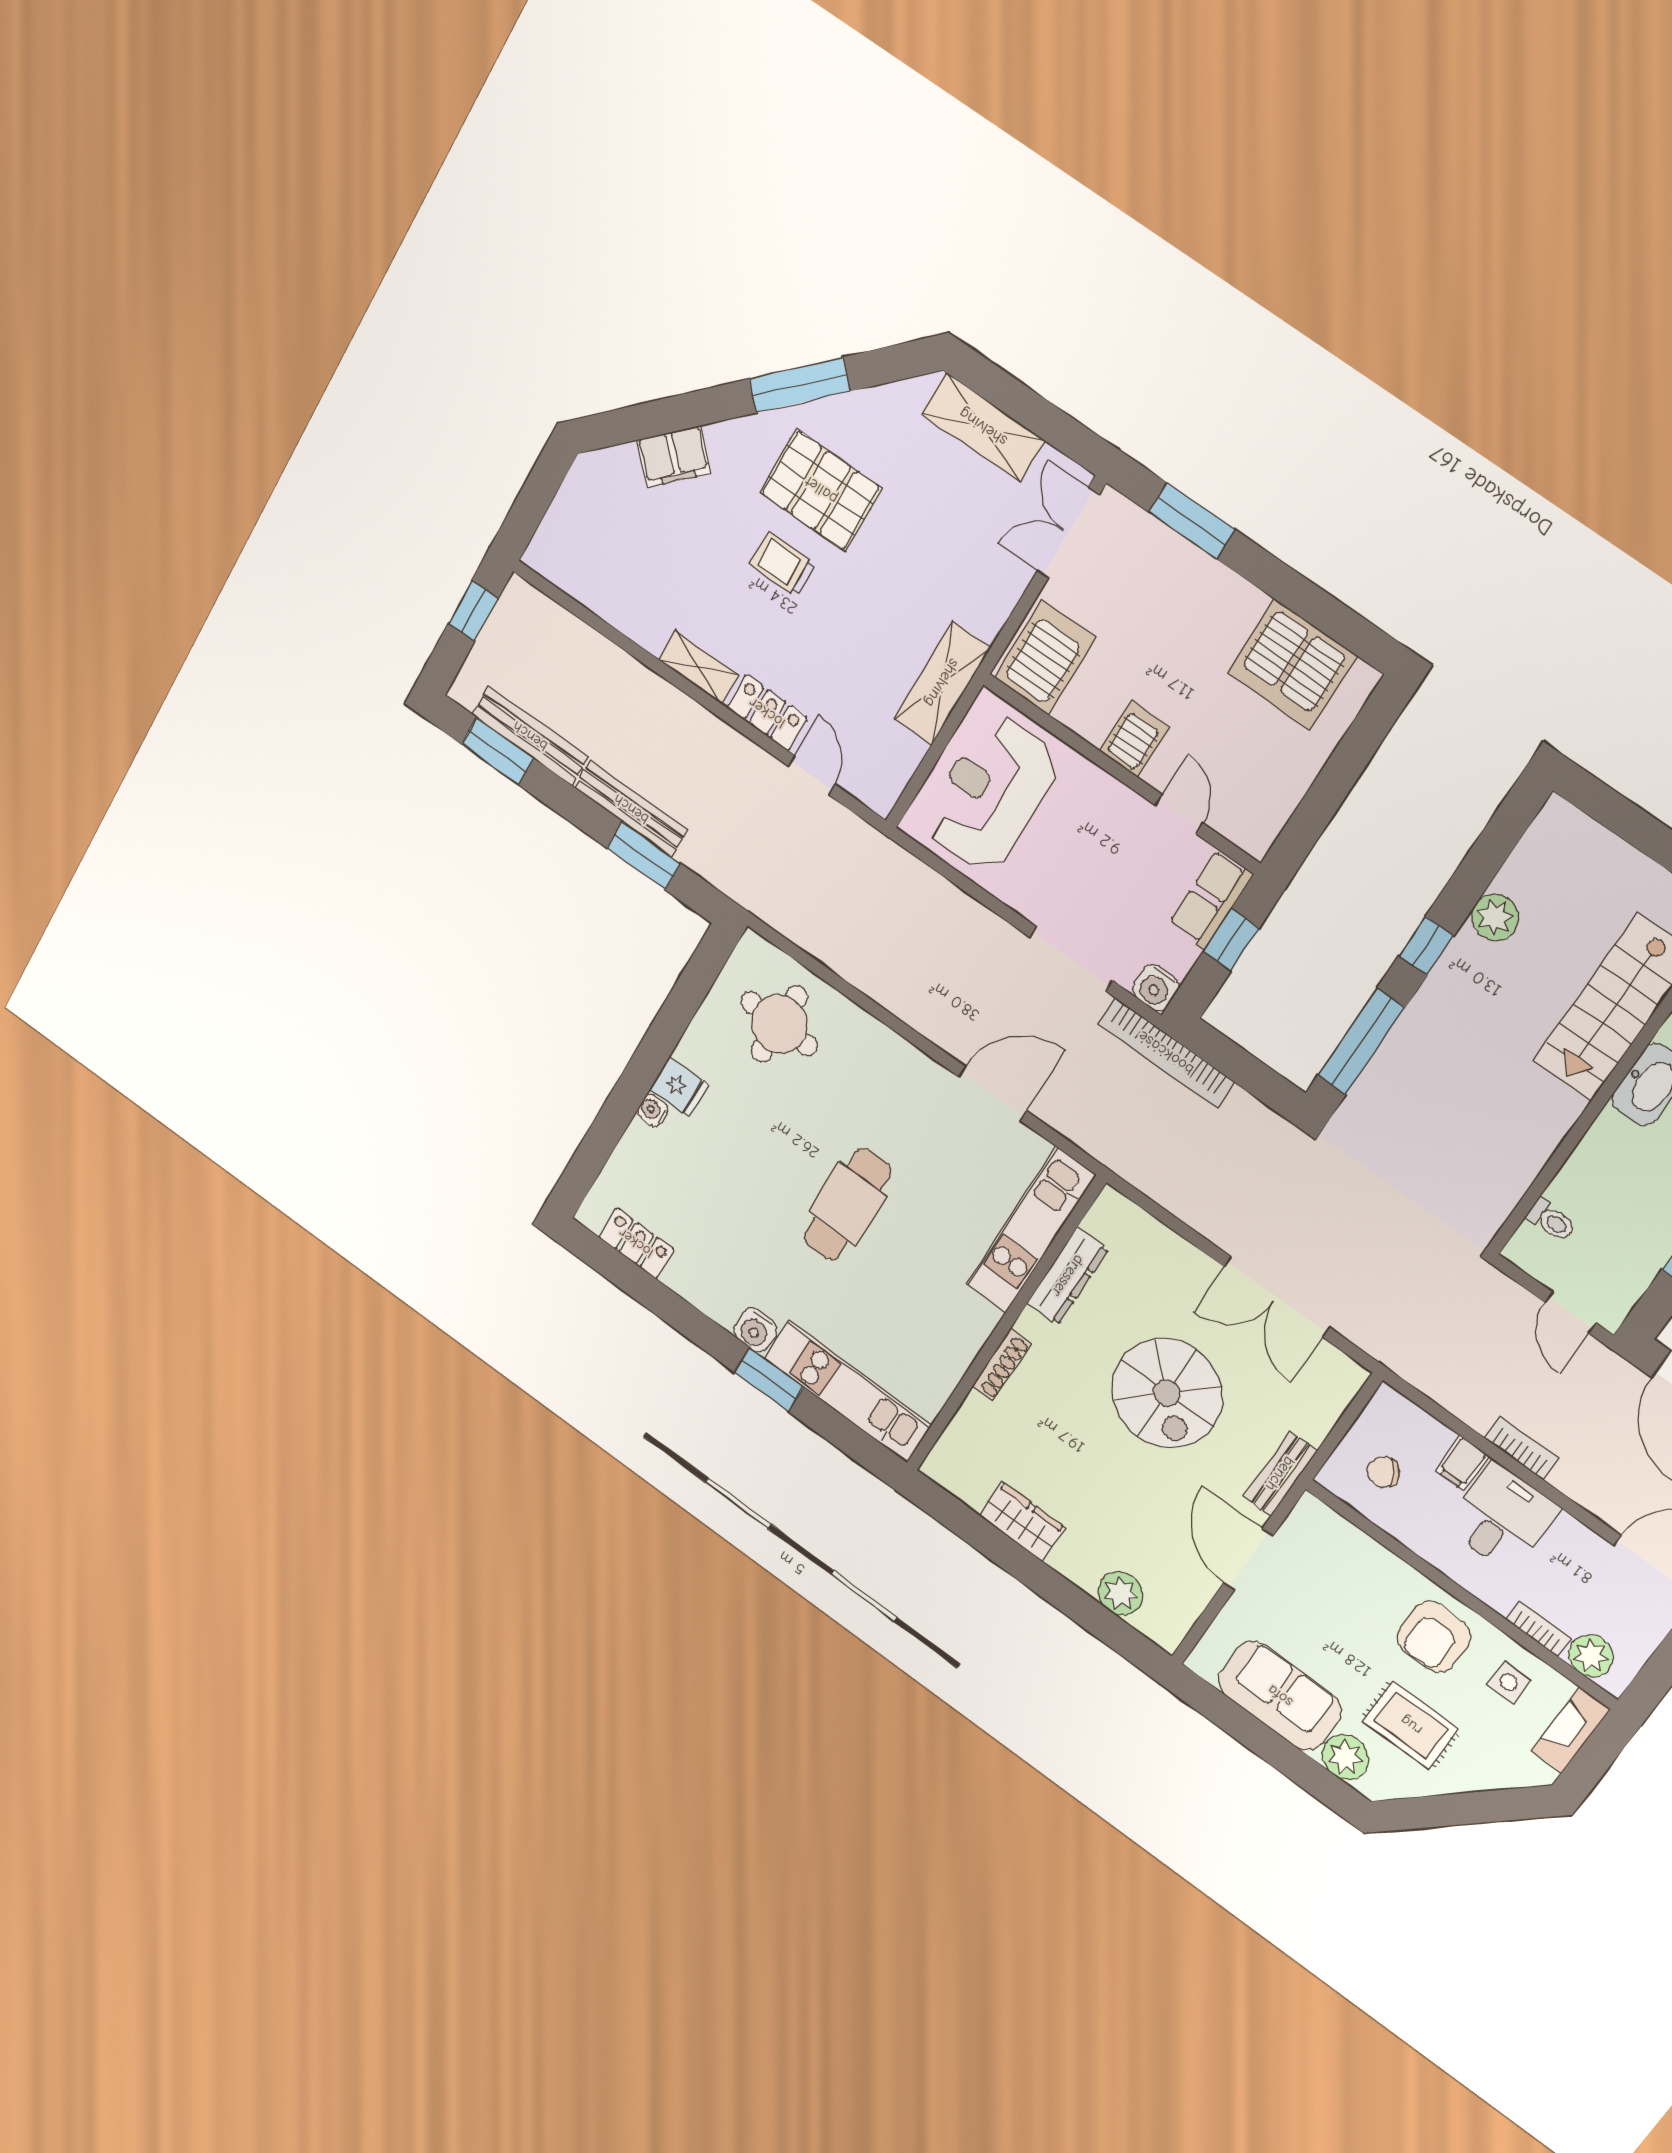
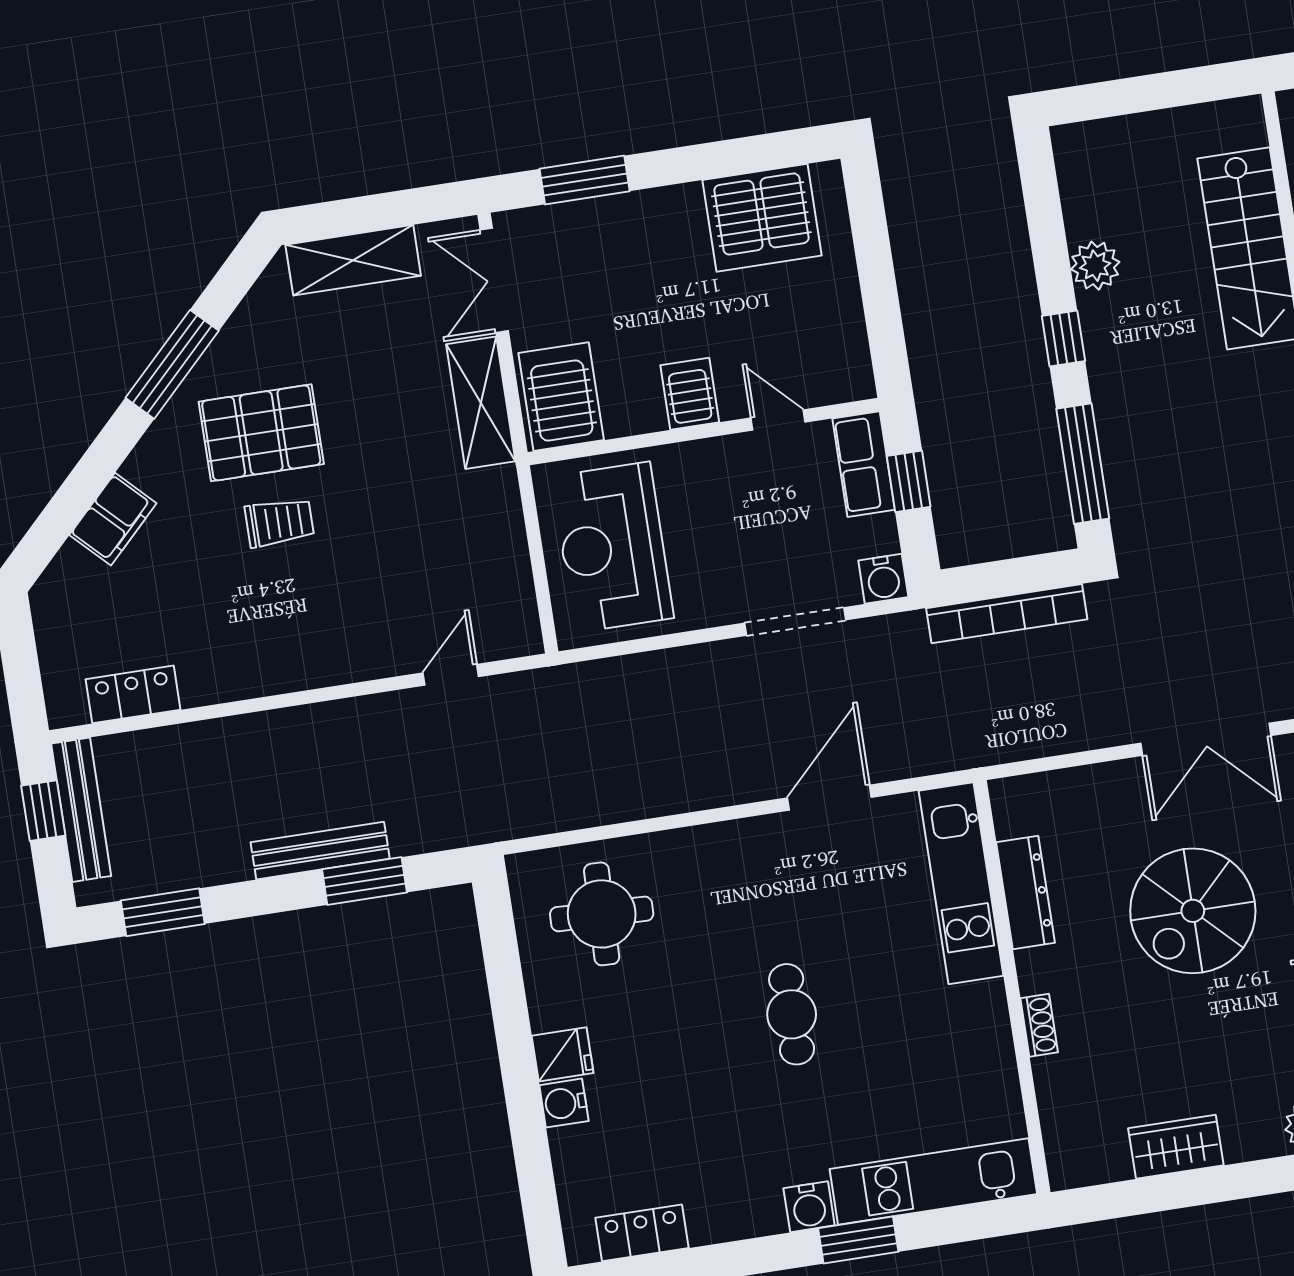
trolley: (783, 564) -> (279, 522), turned 180
shelving: (699, 667) -> (279, 675), removed
shelving: (942, 683) -> (481, 403), moved
locker: (767, 713) -> (133, 694), moved
bench: (530, 736) -> (81, 810), moved, turned 90
door: (812, 775) -> (451, 675), hinge flipped
bookcase: (1166, 1053) -> (1007, 614), moved
water cooler: (653, 1110) -> (564, 1103), width x1.38, depth x1.38
cafe table: (847, 1204) -> (792, 1014), width x0.73, depth x0.74
shoe rack: (1001, 1365) -> (1039, 1025), width x0.70
spiral stairs: (1167, 1393) -> (1193, 911), turned 90

